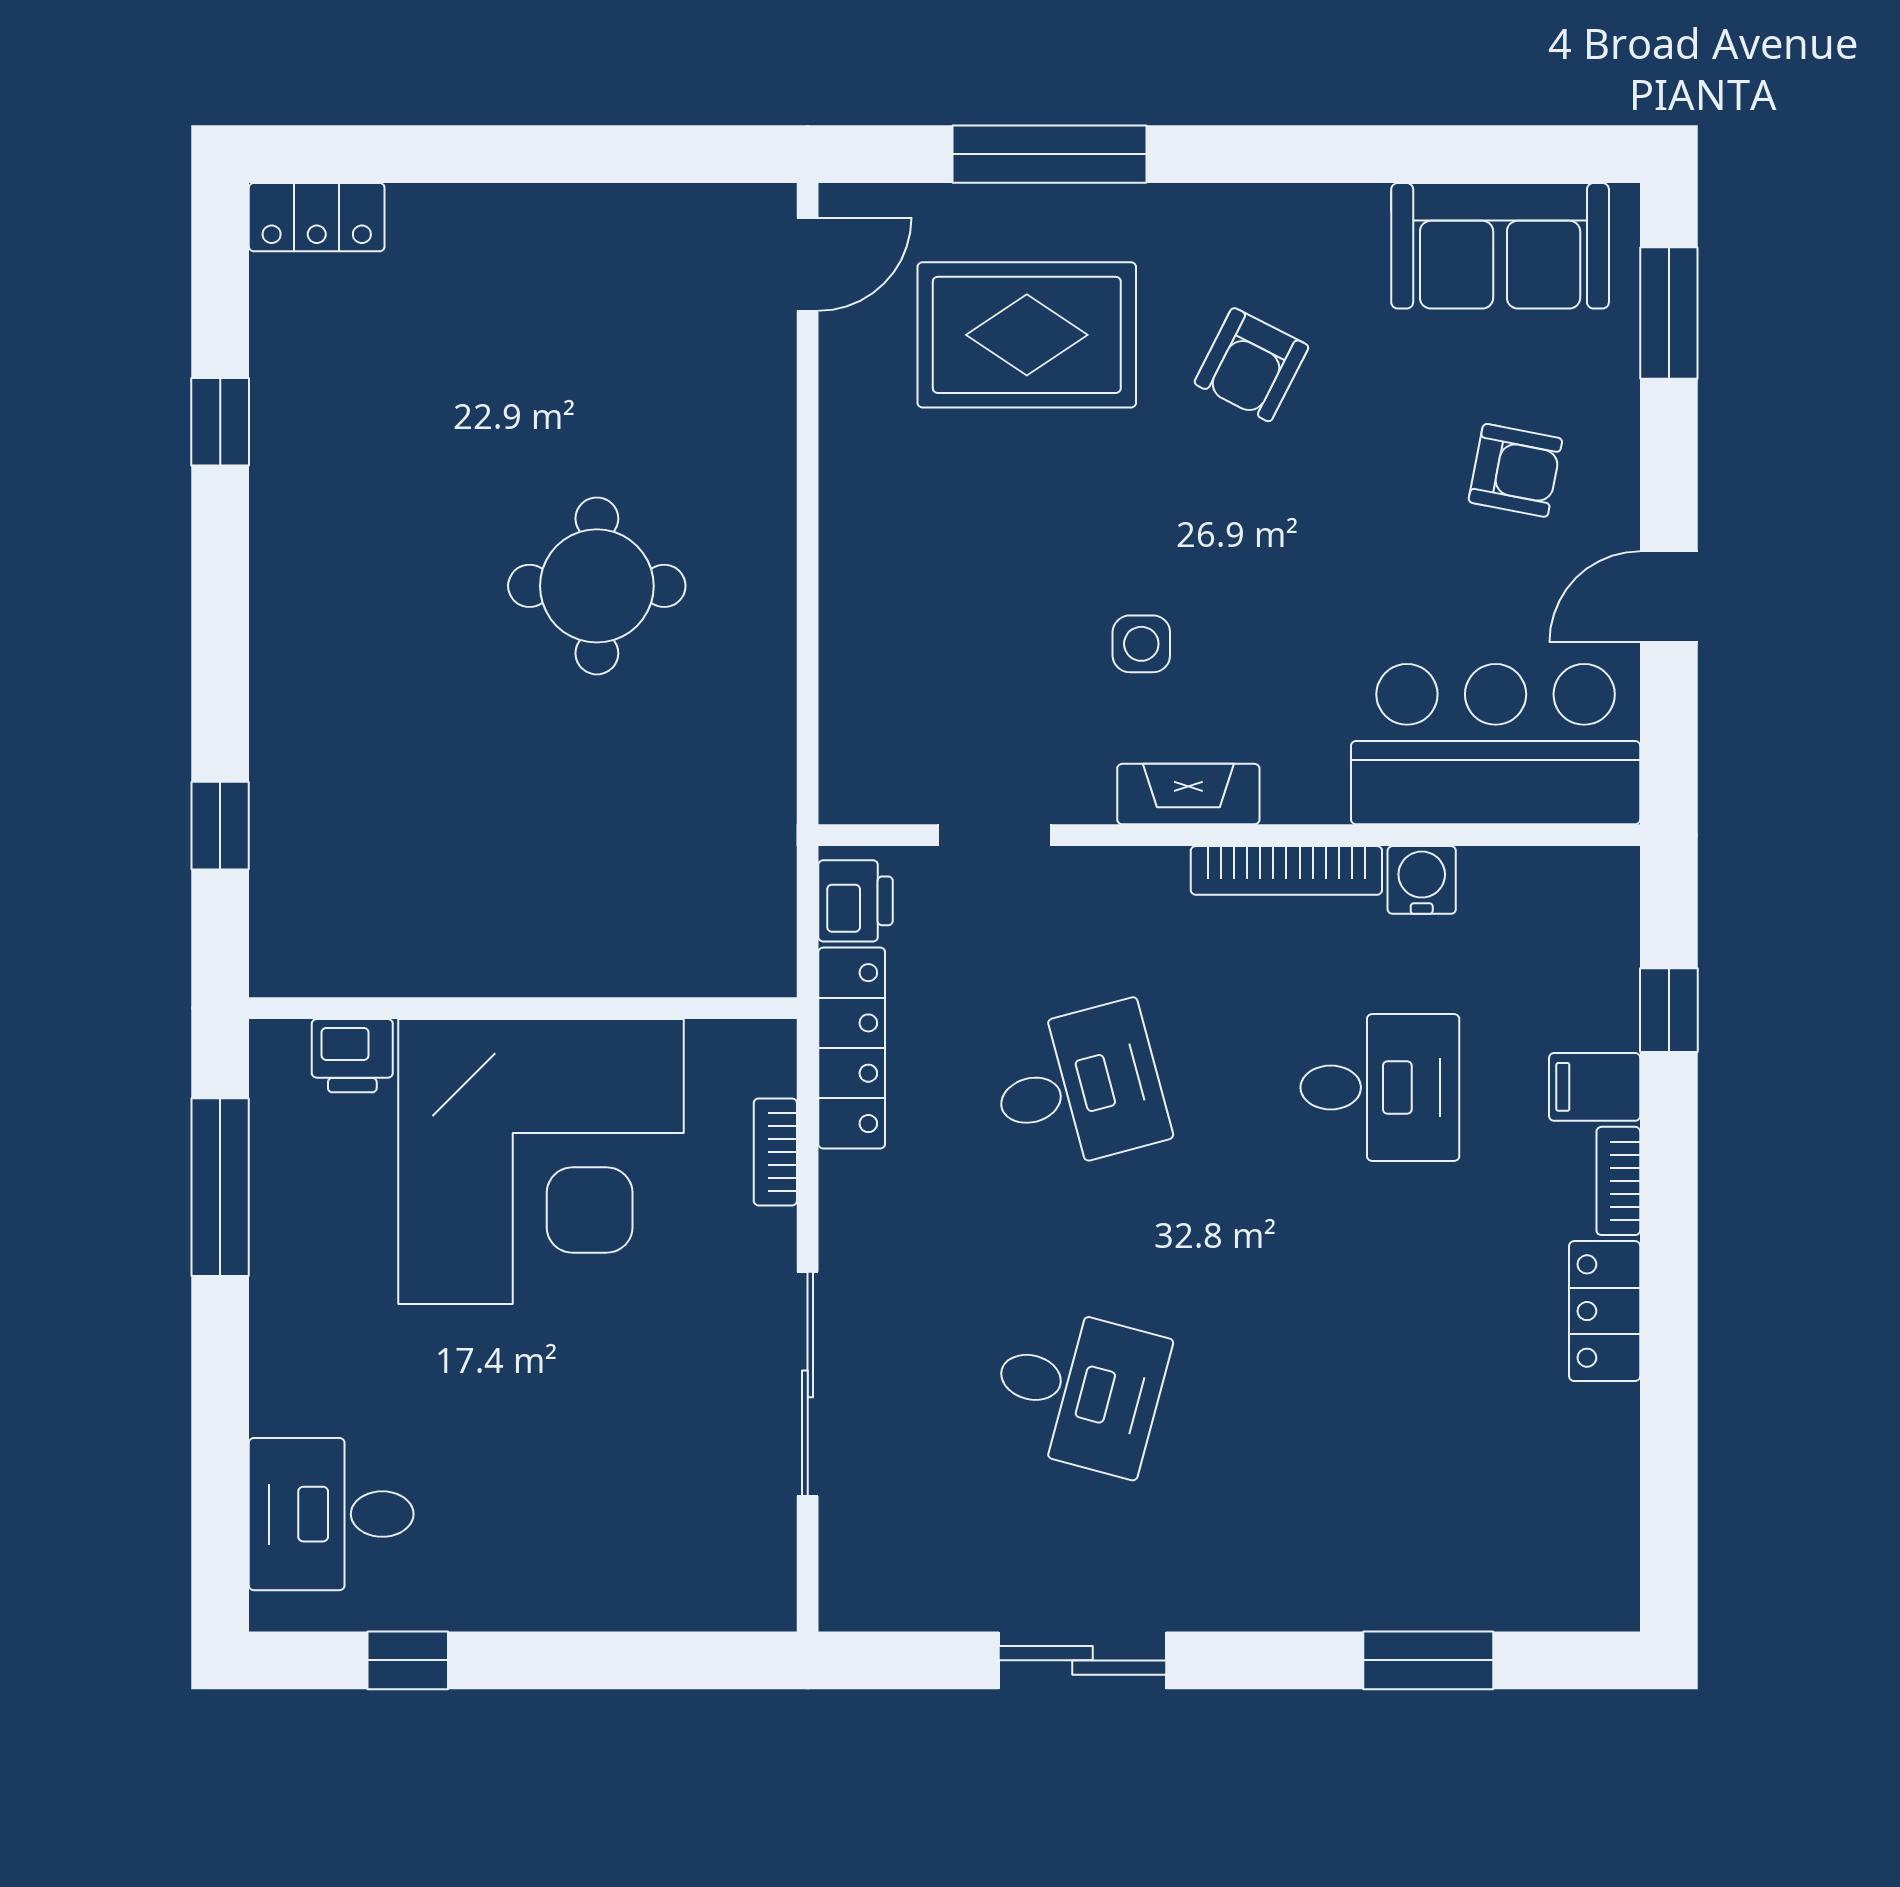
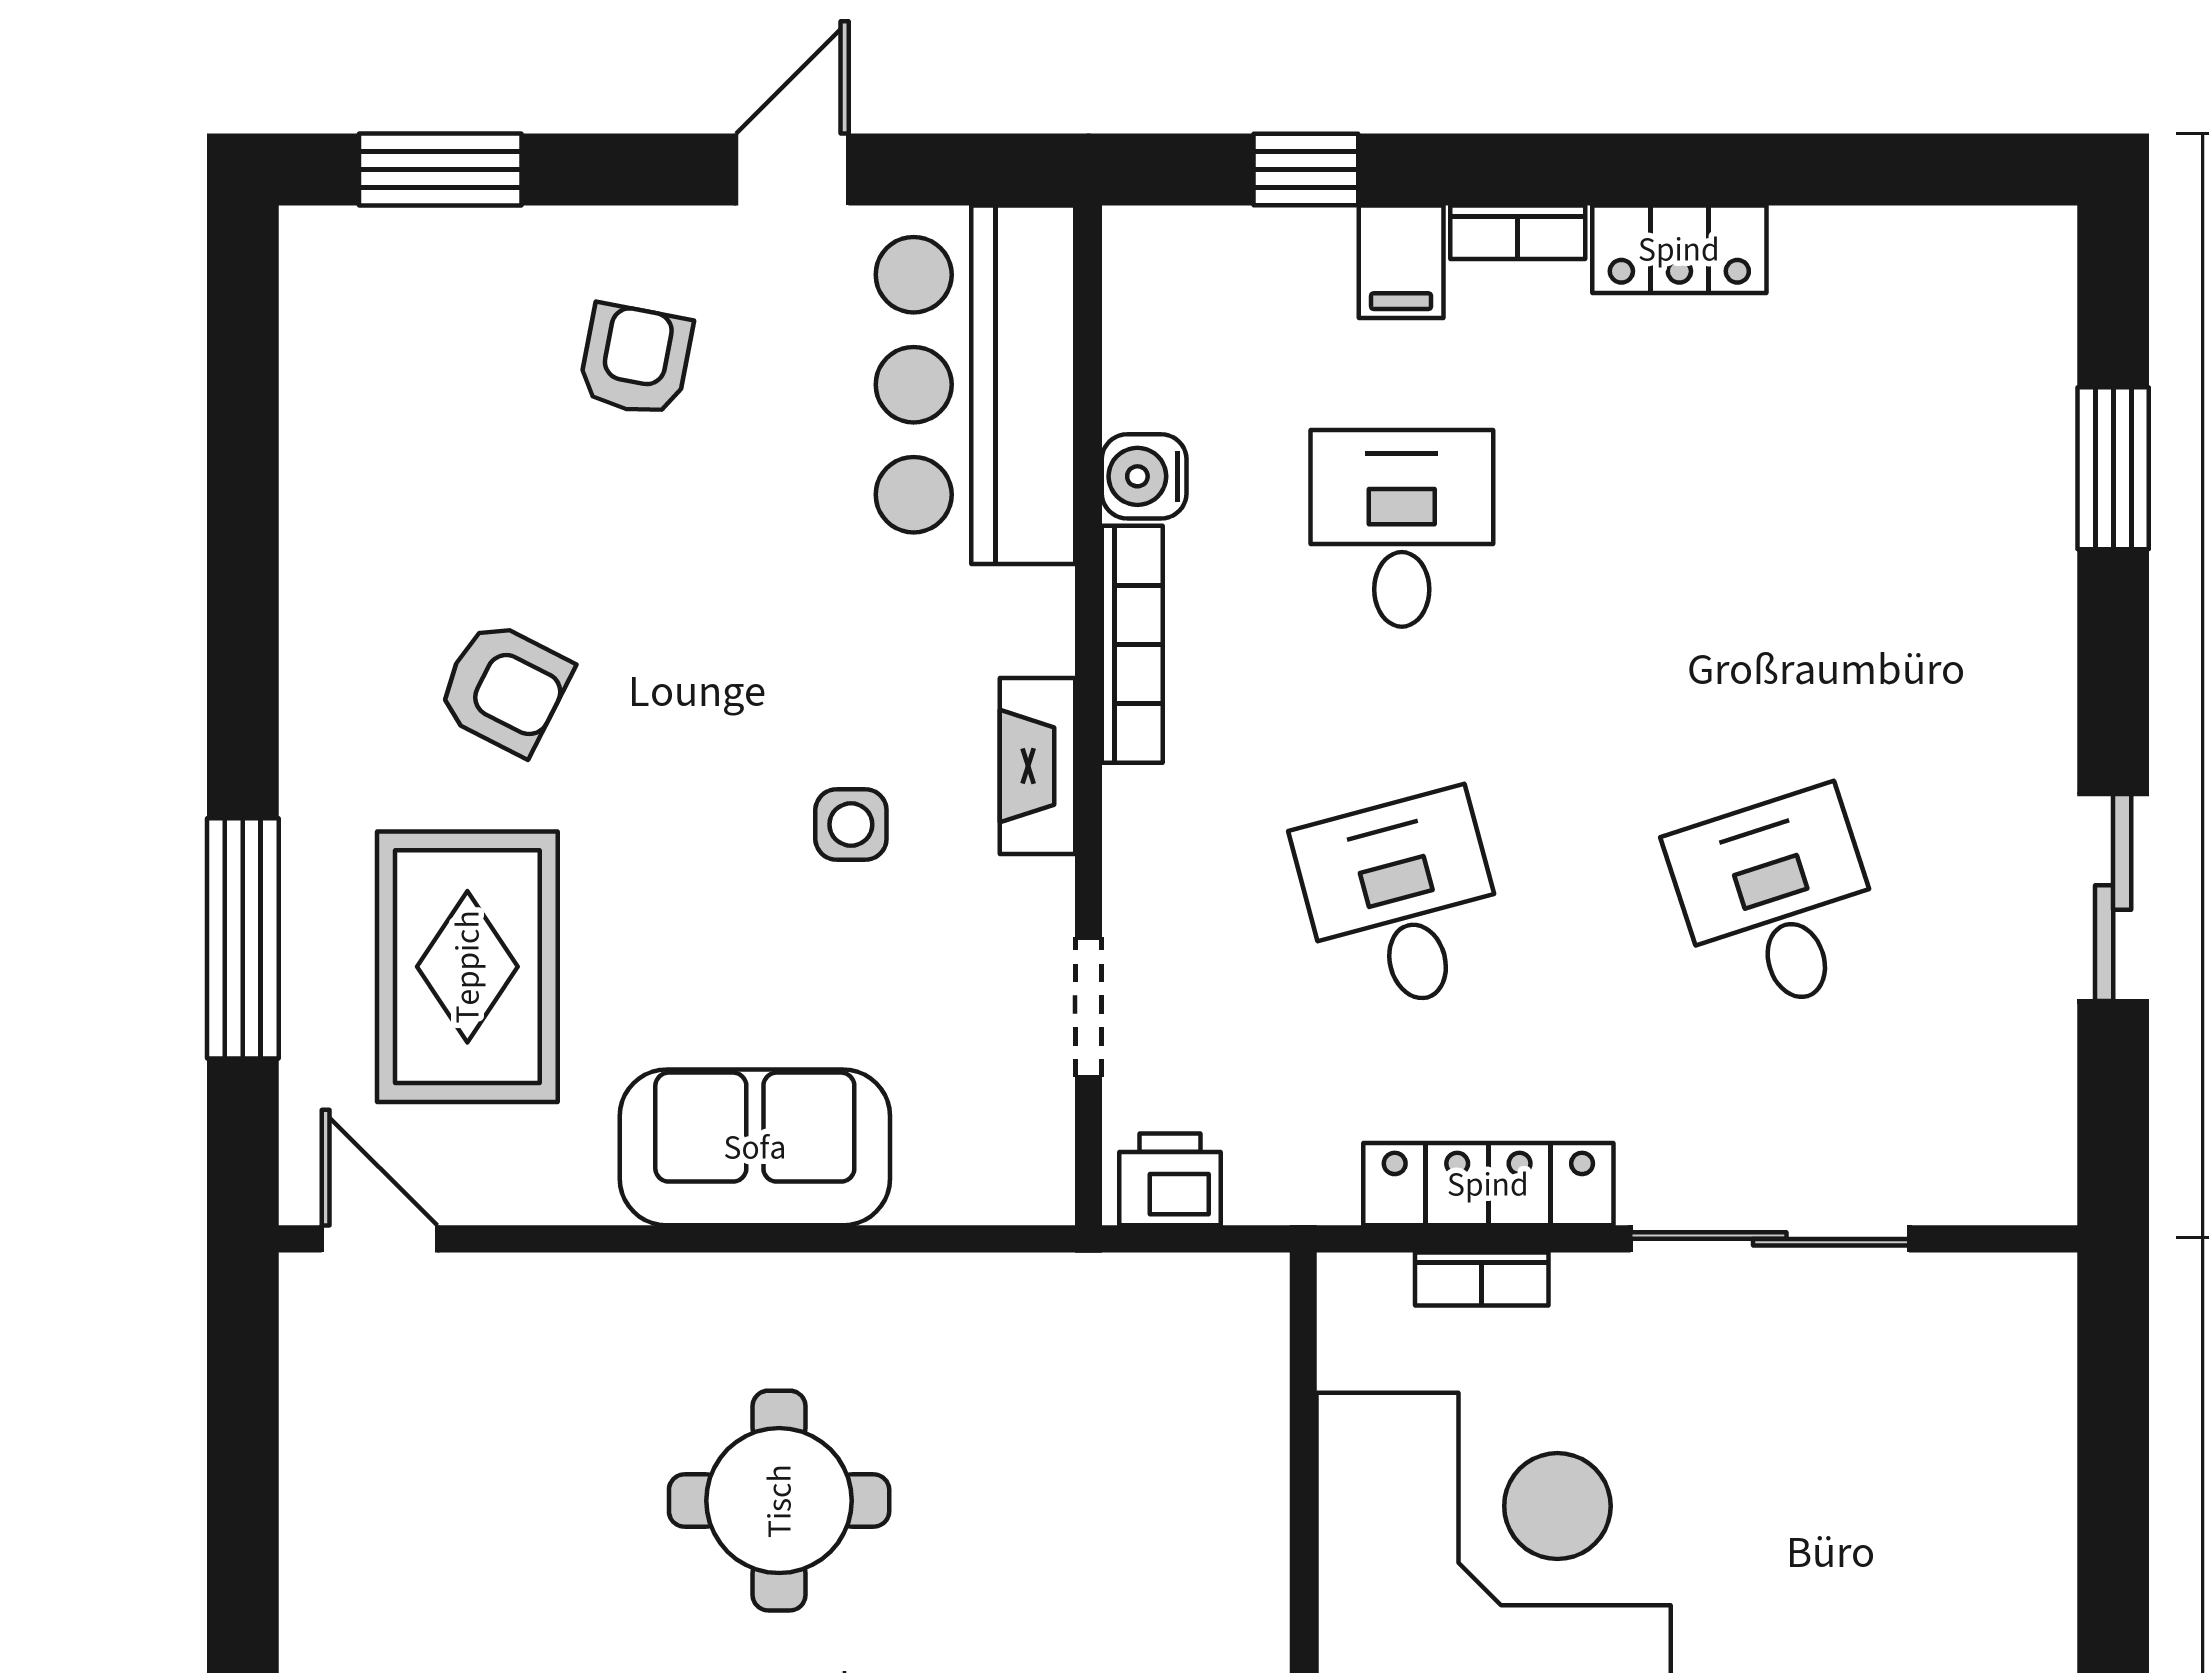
sofa: (1500, 246) -> (755, 1147), moved, turned -90
door: (1669, 597) -> (792, 170), swing flipped
locker: (852, 1048) -> (1488, 1184), moved
desk: (1079, 1390) -> (1777, 902), turned -33

